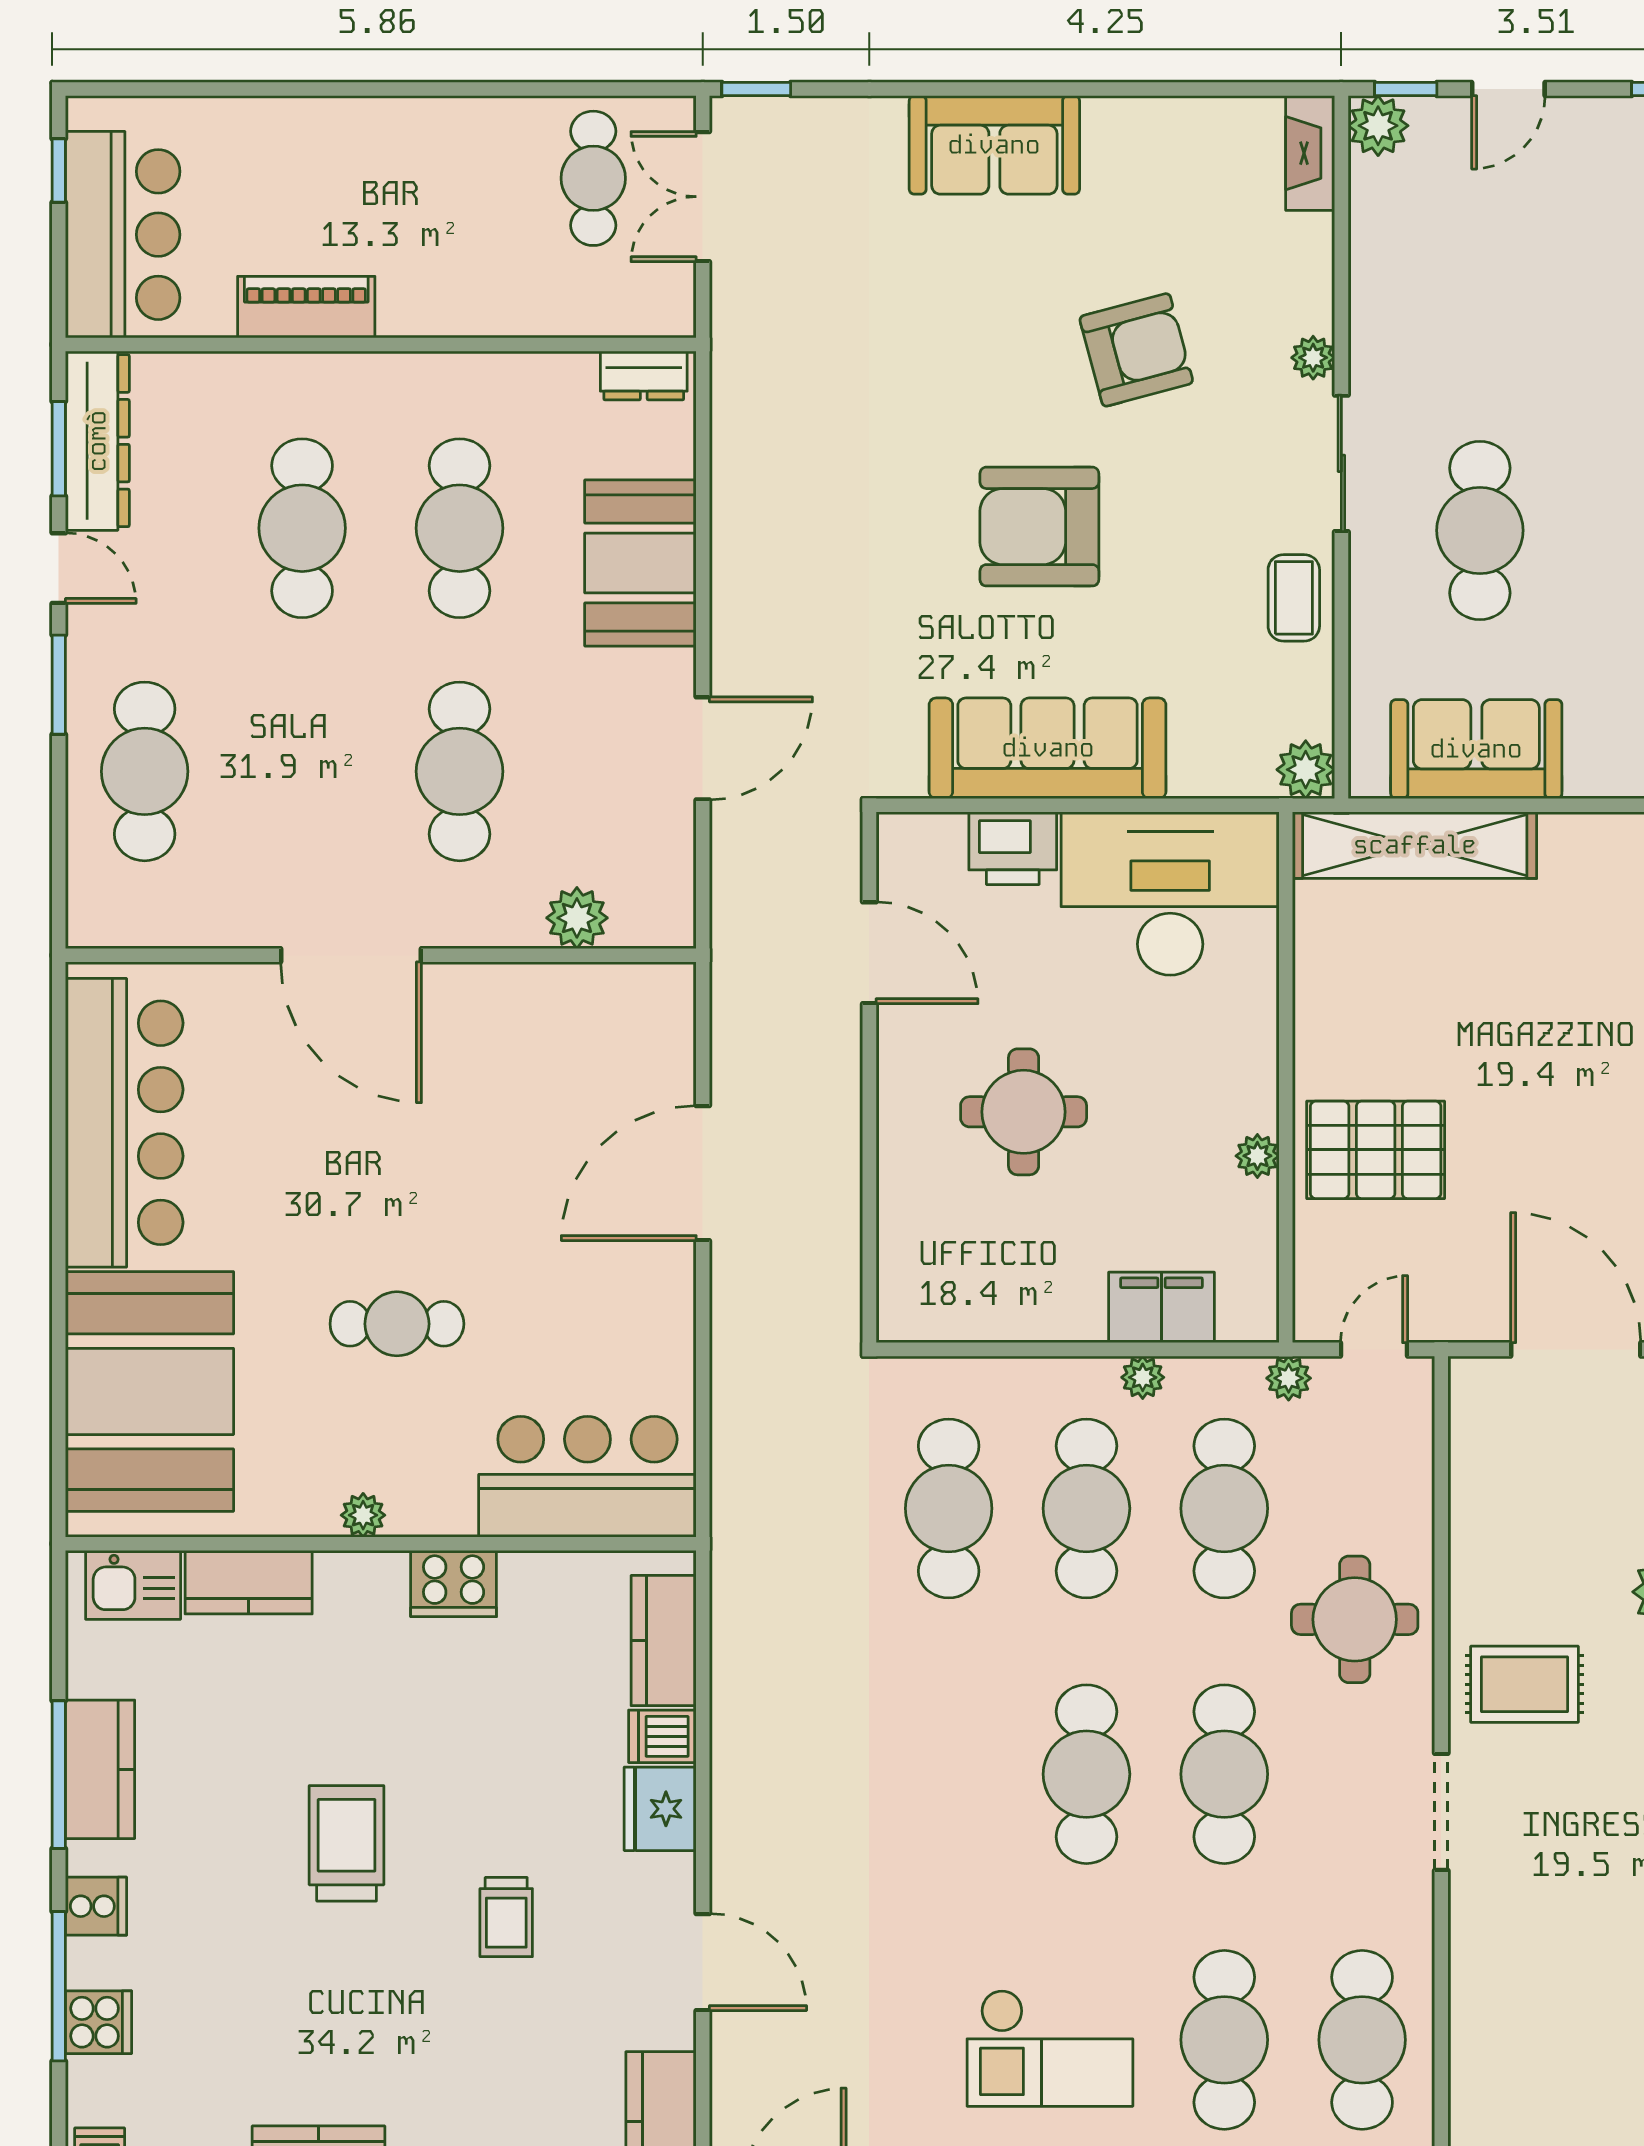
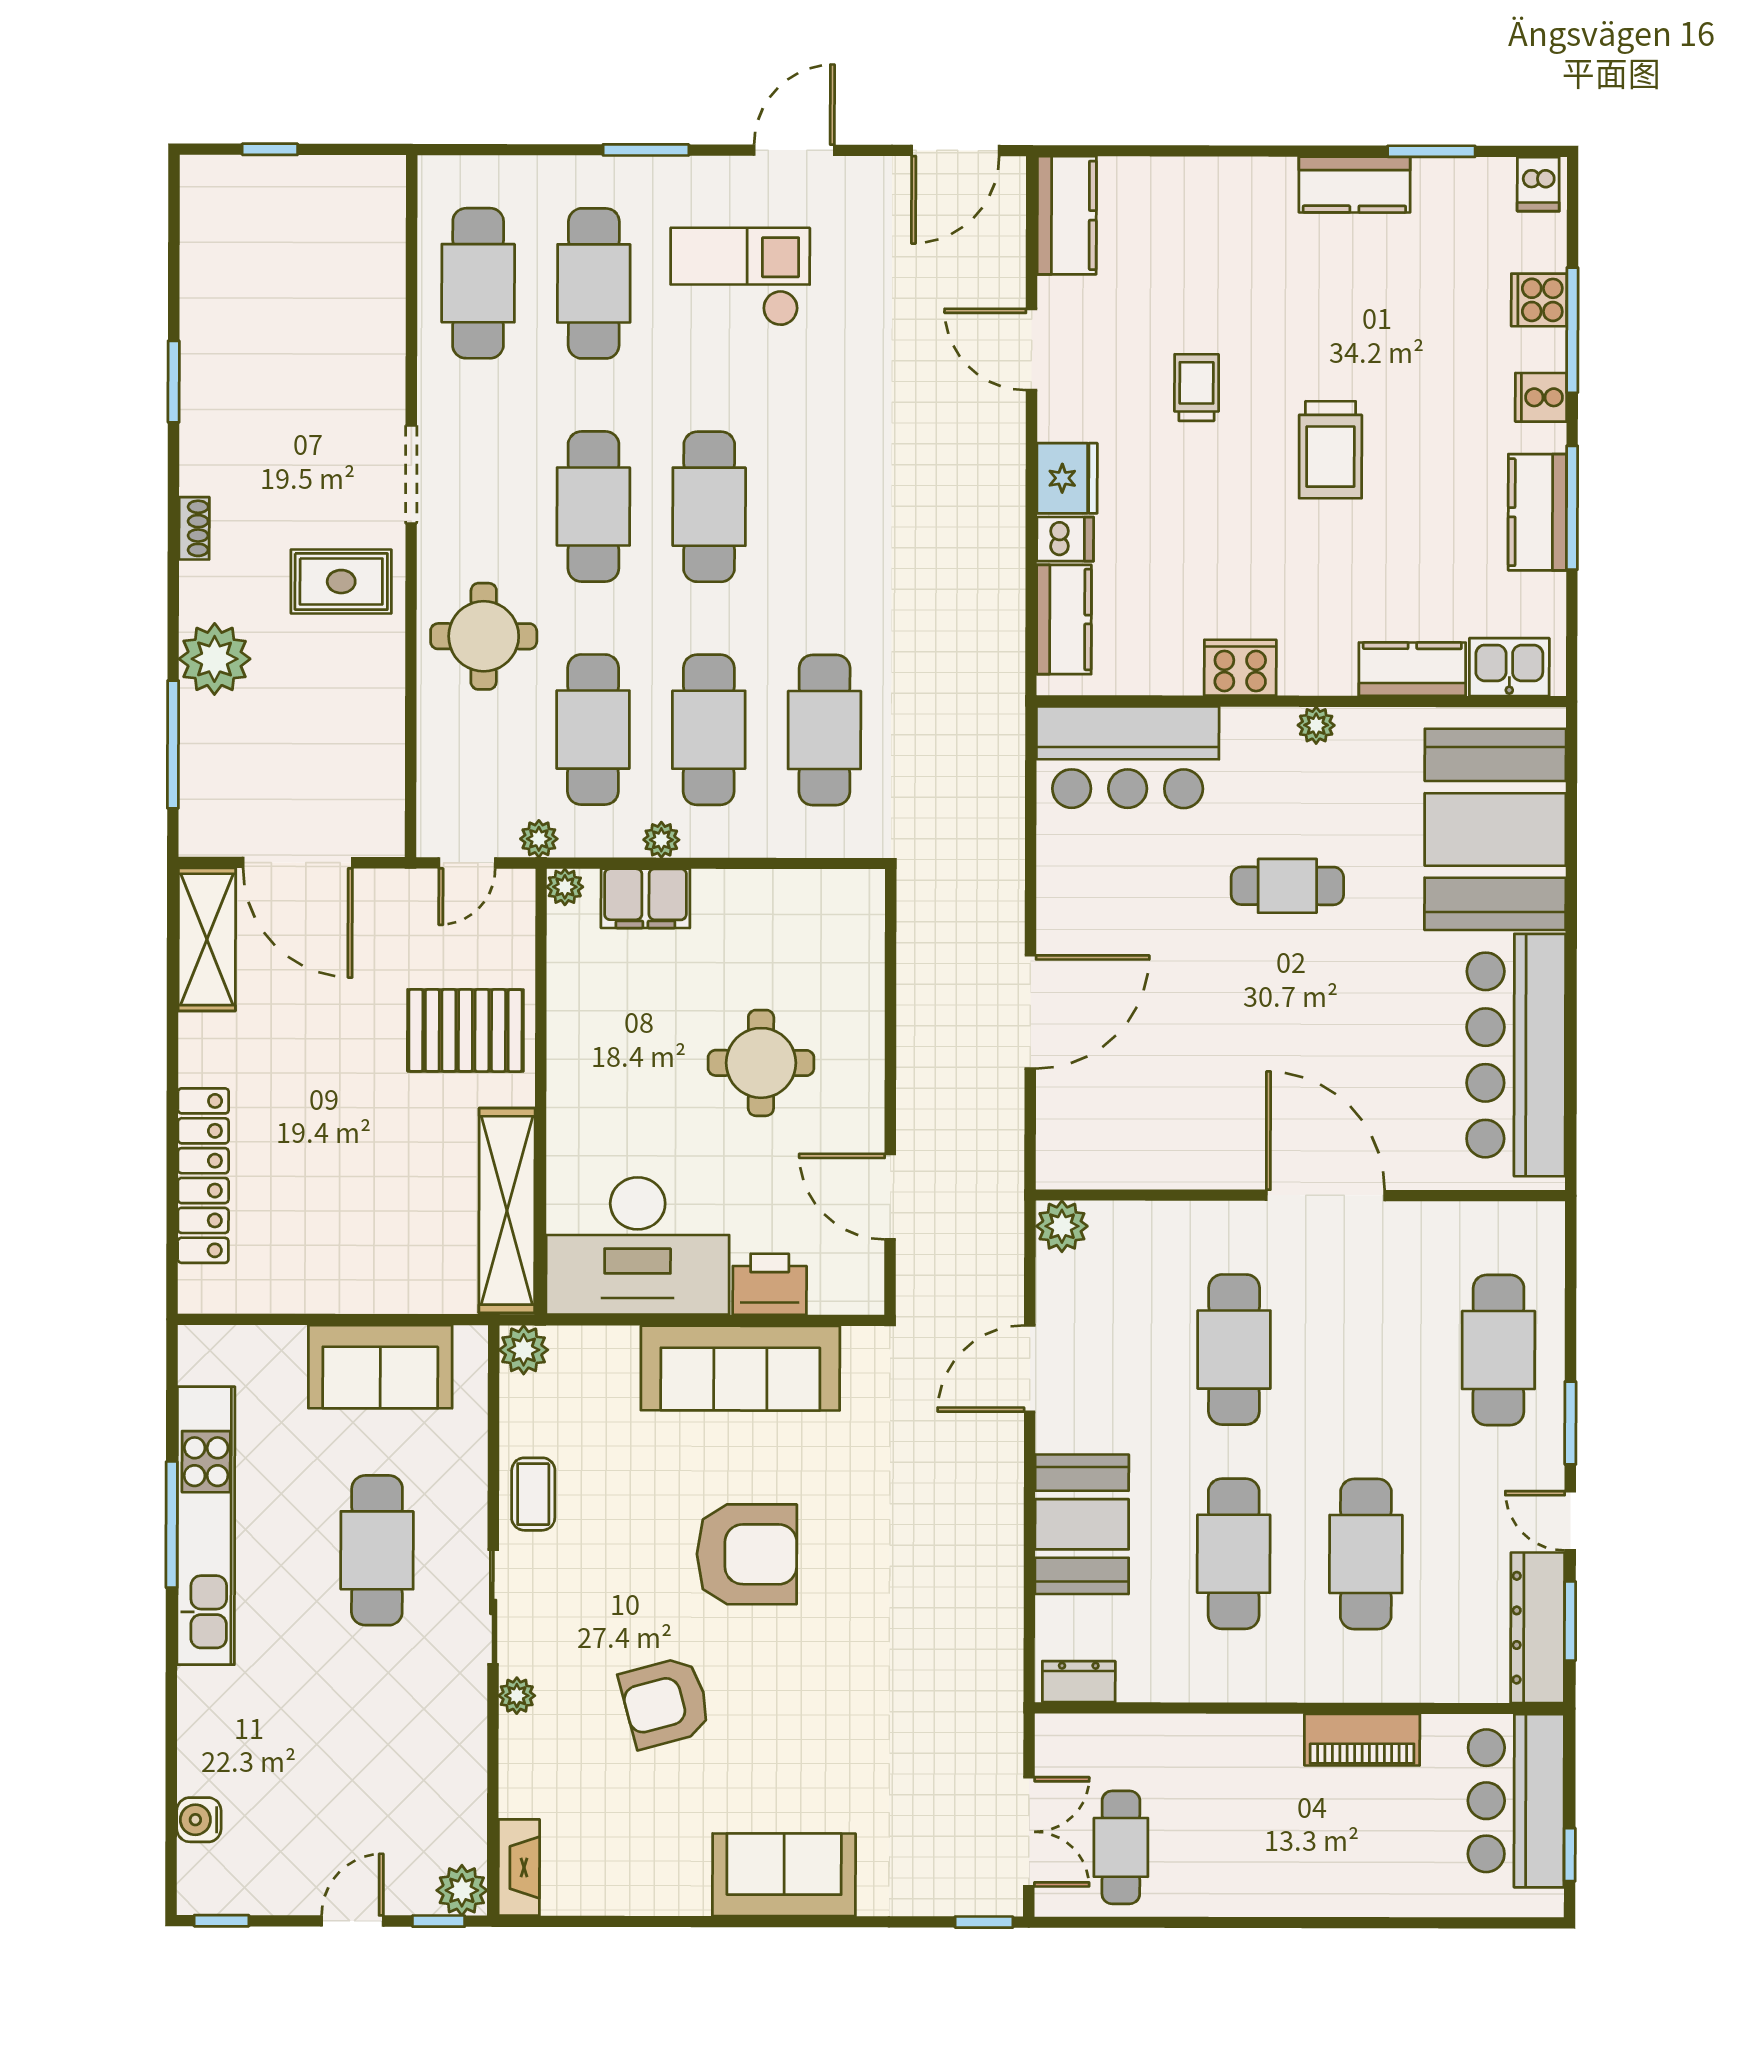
shelving: (1415, 845) -> (507, 1210), moved, turned 90
plant: (577, 918) -> (1062, 1226), moved
plant: (1257, 1156) -> (565, 887), moved

